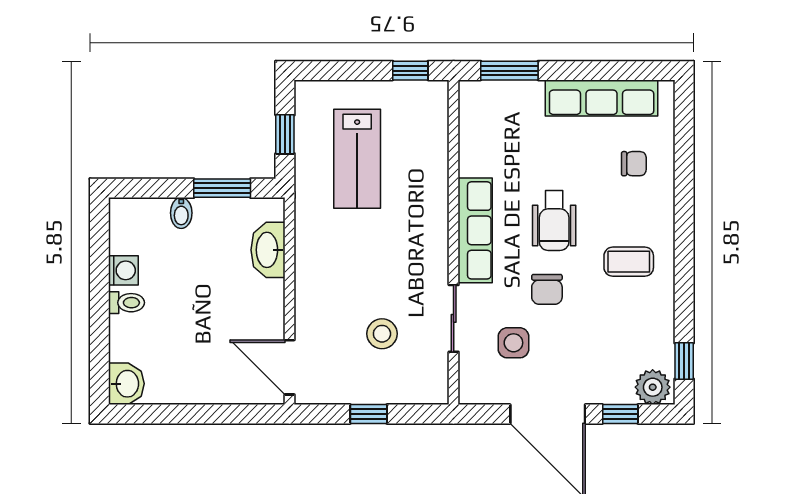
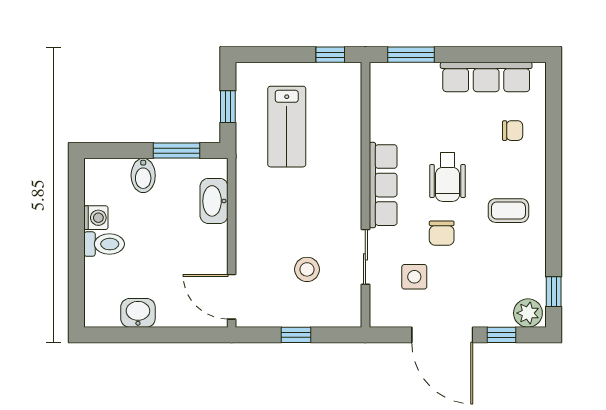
bidet: (181, 213) -> (143, 175), width x1.38, depth x1.36
toilet: (126, 303) -> (104, 244), width x1.37, depth x1.39
washbasin: (126, 384) -> (138, 313), moved, turned -90

